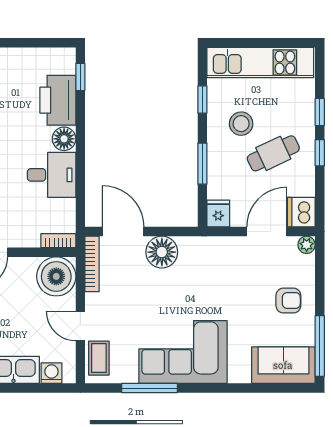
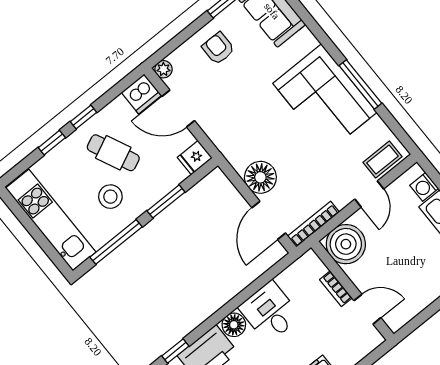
window: (202, 99) -> (116, 242), width x2.17
bookcase: (58, 241) -> (336, 289), moved
window: (149, 388) -> (360, 84), moved

